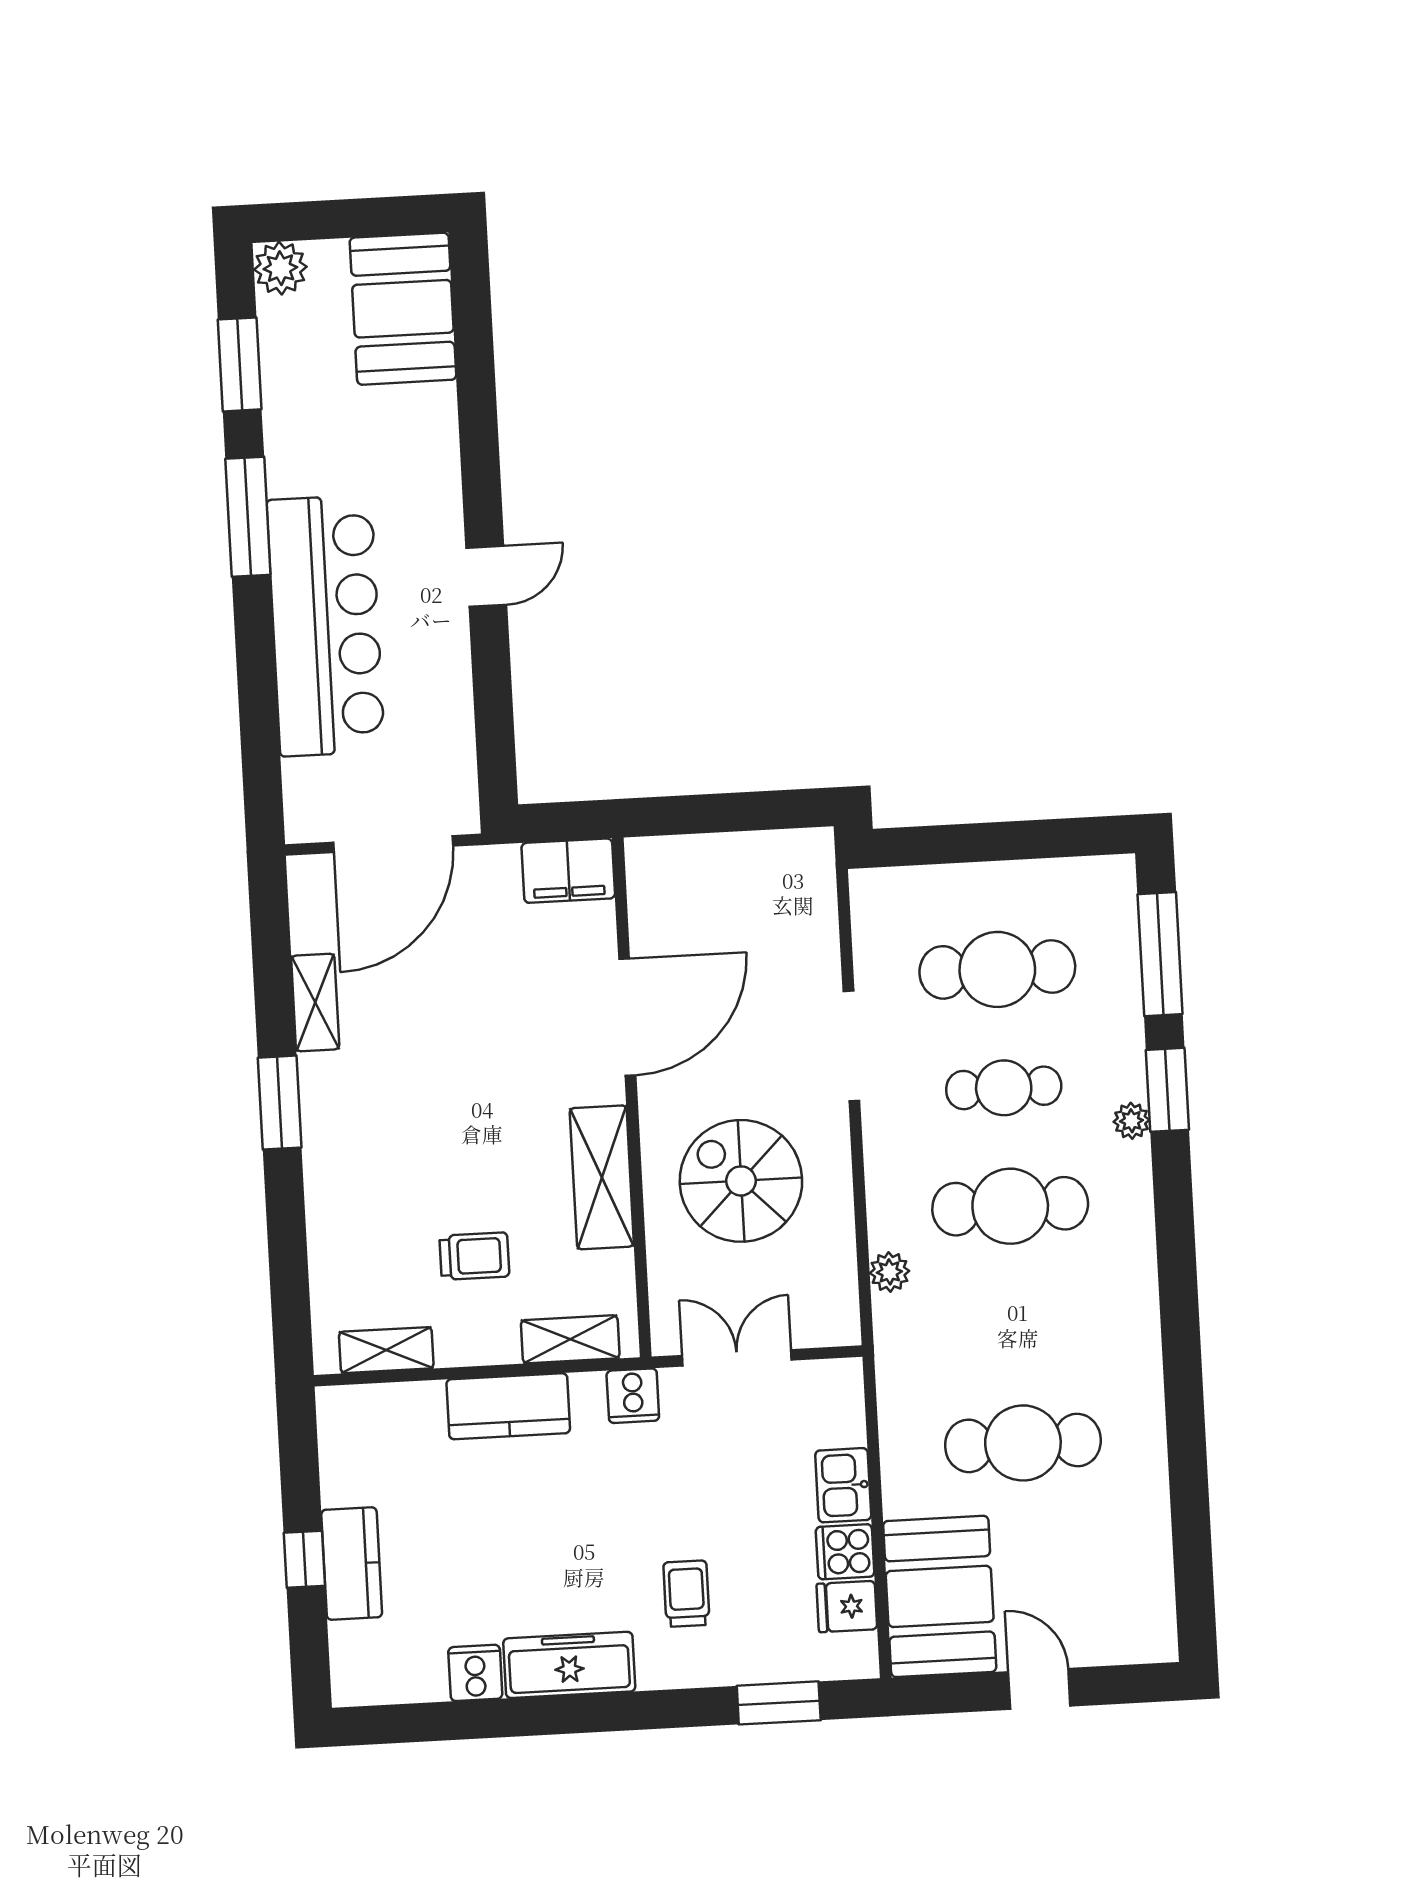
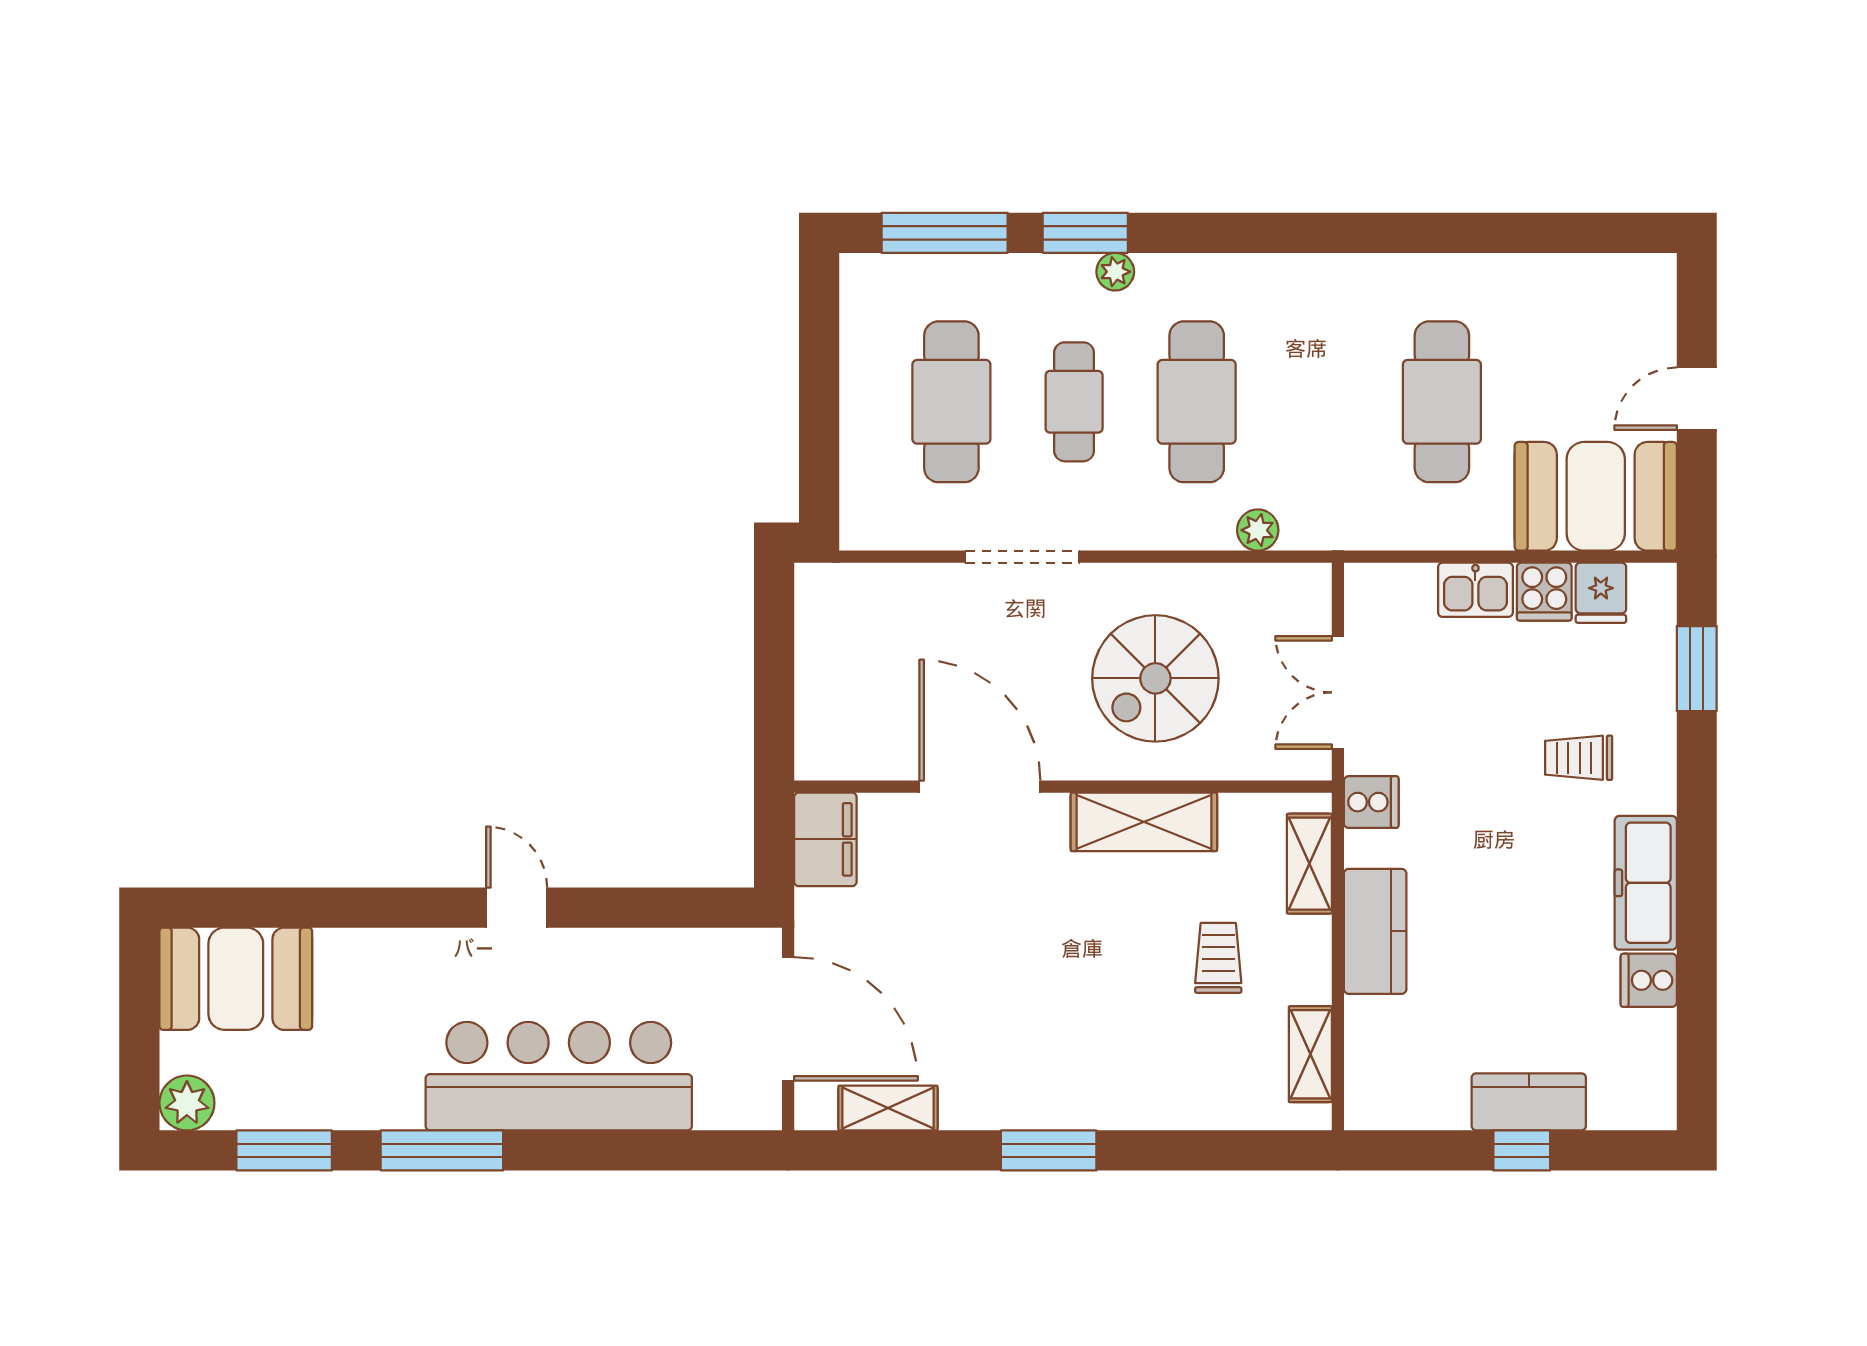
shelving: (315, 1003) -> (888, 1108), moved

